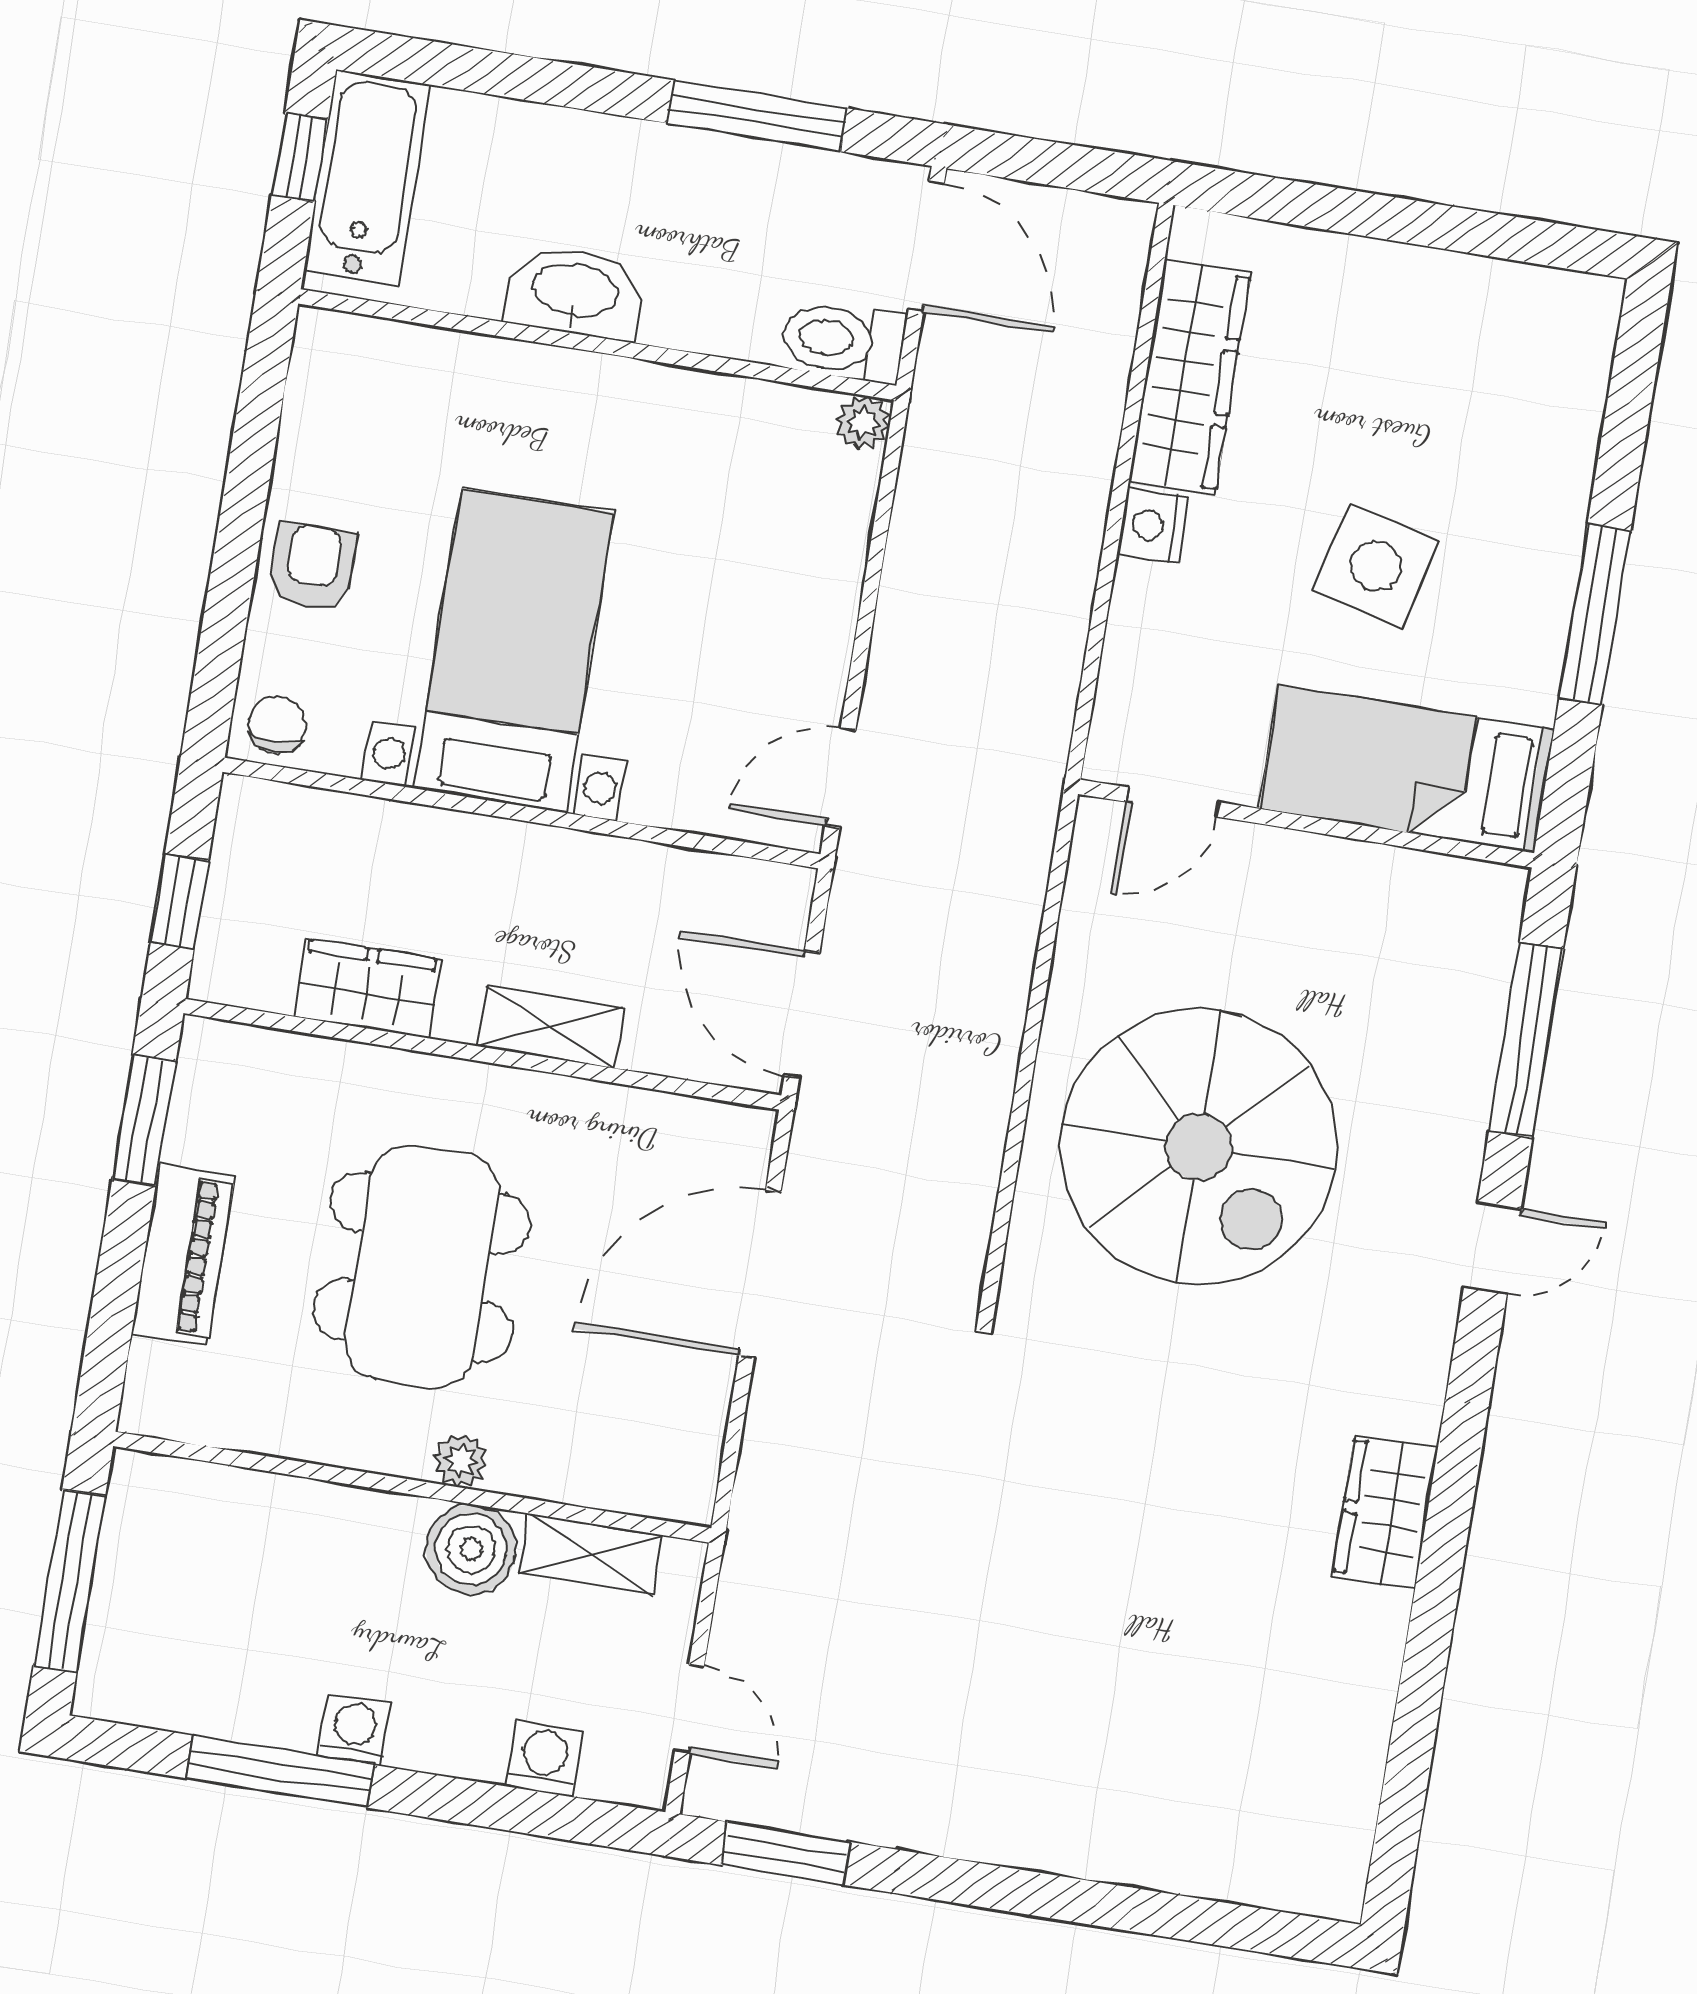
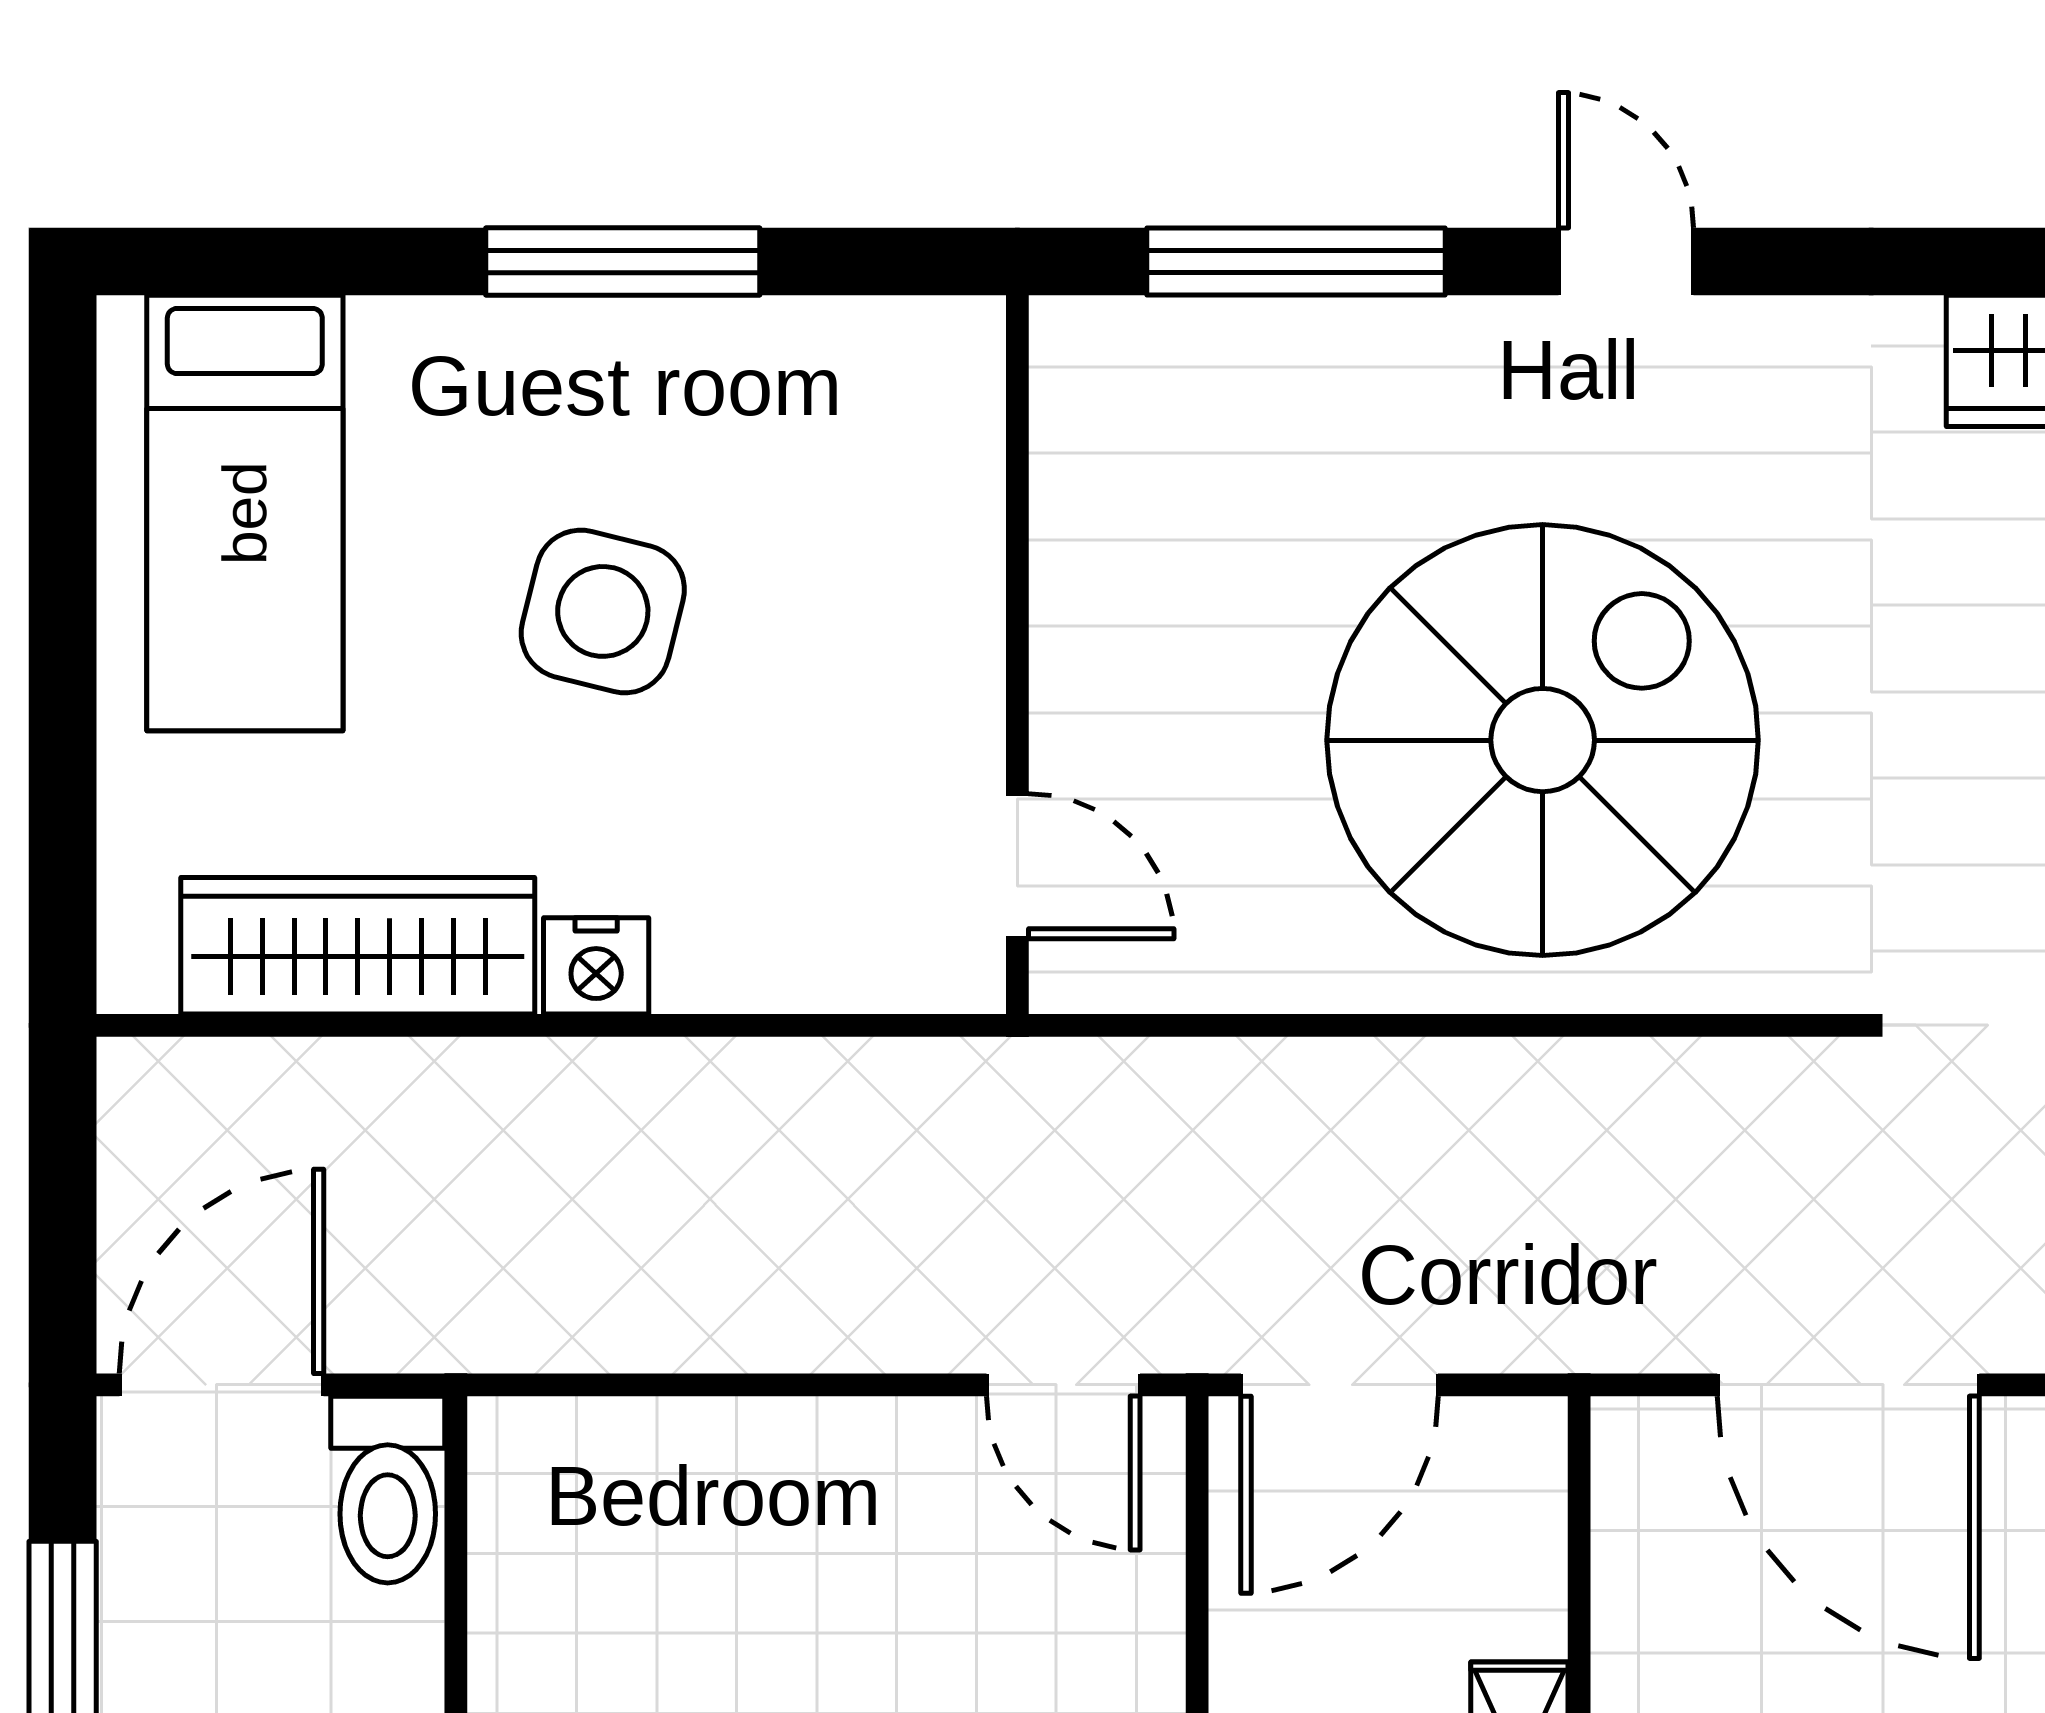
plant: (863, 423) -> (509, 1438), removed
bed: (1407, 769) -> (245, 513), moved
door: (802, 1014) -> (1339, 1385), moved

